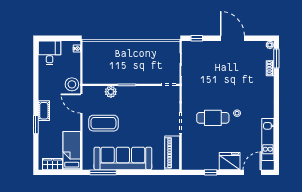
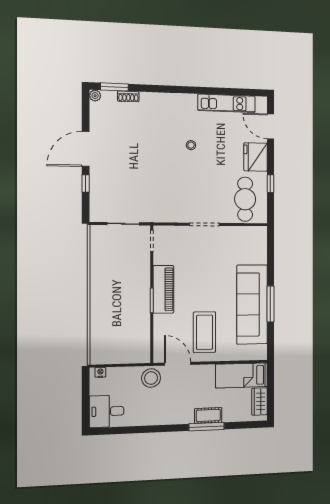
window: (197, 38) -> (86, 183), moved
plant: (111, 92) -> (161, 323), removed
door: (81, 103) -> (178, 364), swing flipped
cot: (44, 111) -> (208, 415), moved
cafe table: (213, 118) -> (245, 199), moved
window: (36, 125) -> (207, 427), width x1.44
piano: (172, 153) -> (163, 289), moved, turned -90
window: (103, 172) -> (270, 304), moved

